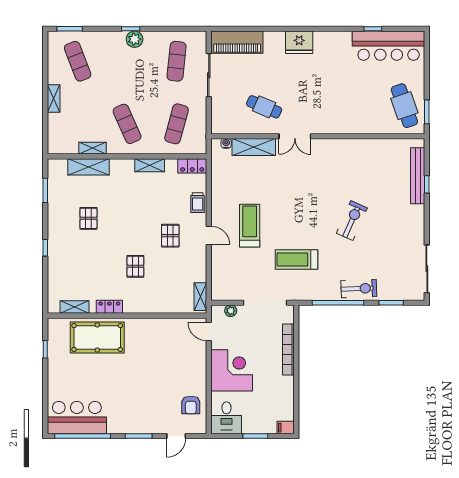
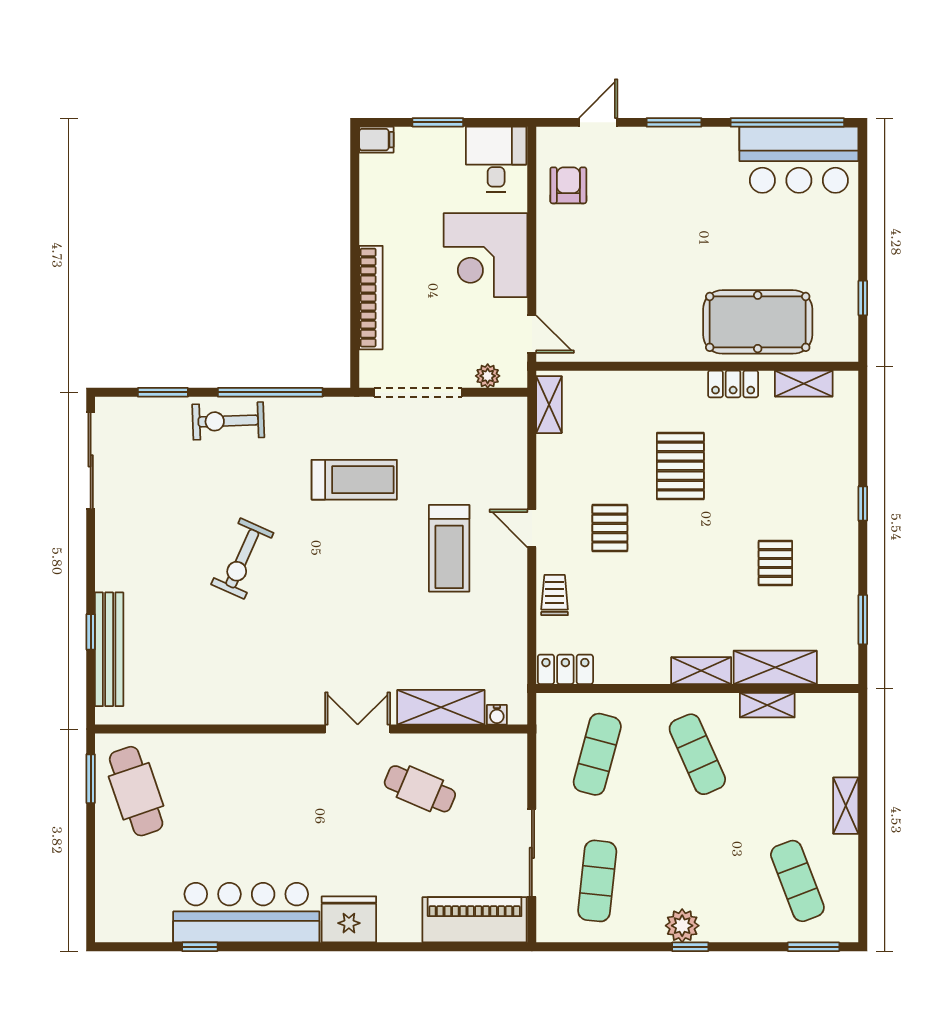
bar counter: (389, 46) -> (246, 913), moved
shelving: (150, 165) -> (701, 671), moved
pallet: (135, 266) -> (680, 466), width x1.50, depth x1.42

